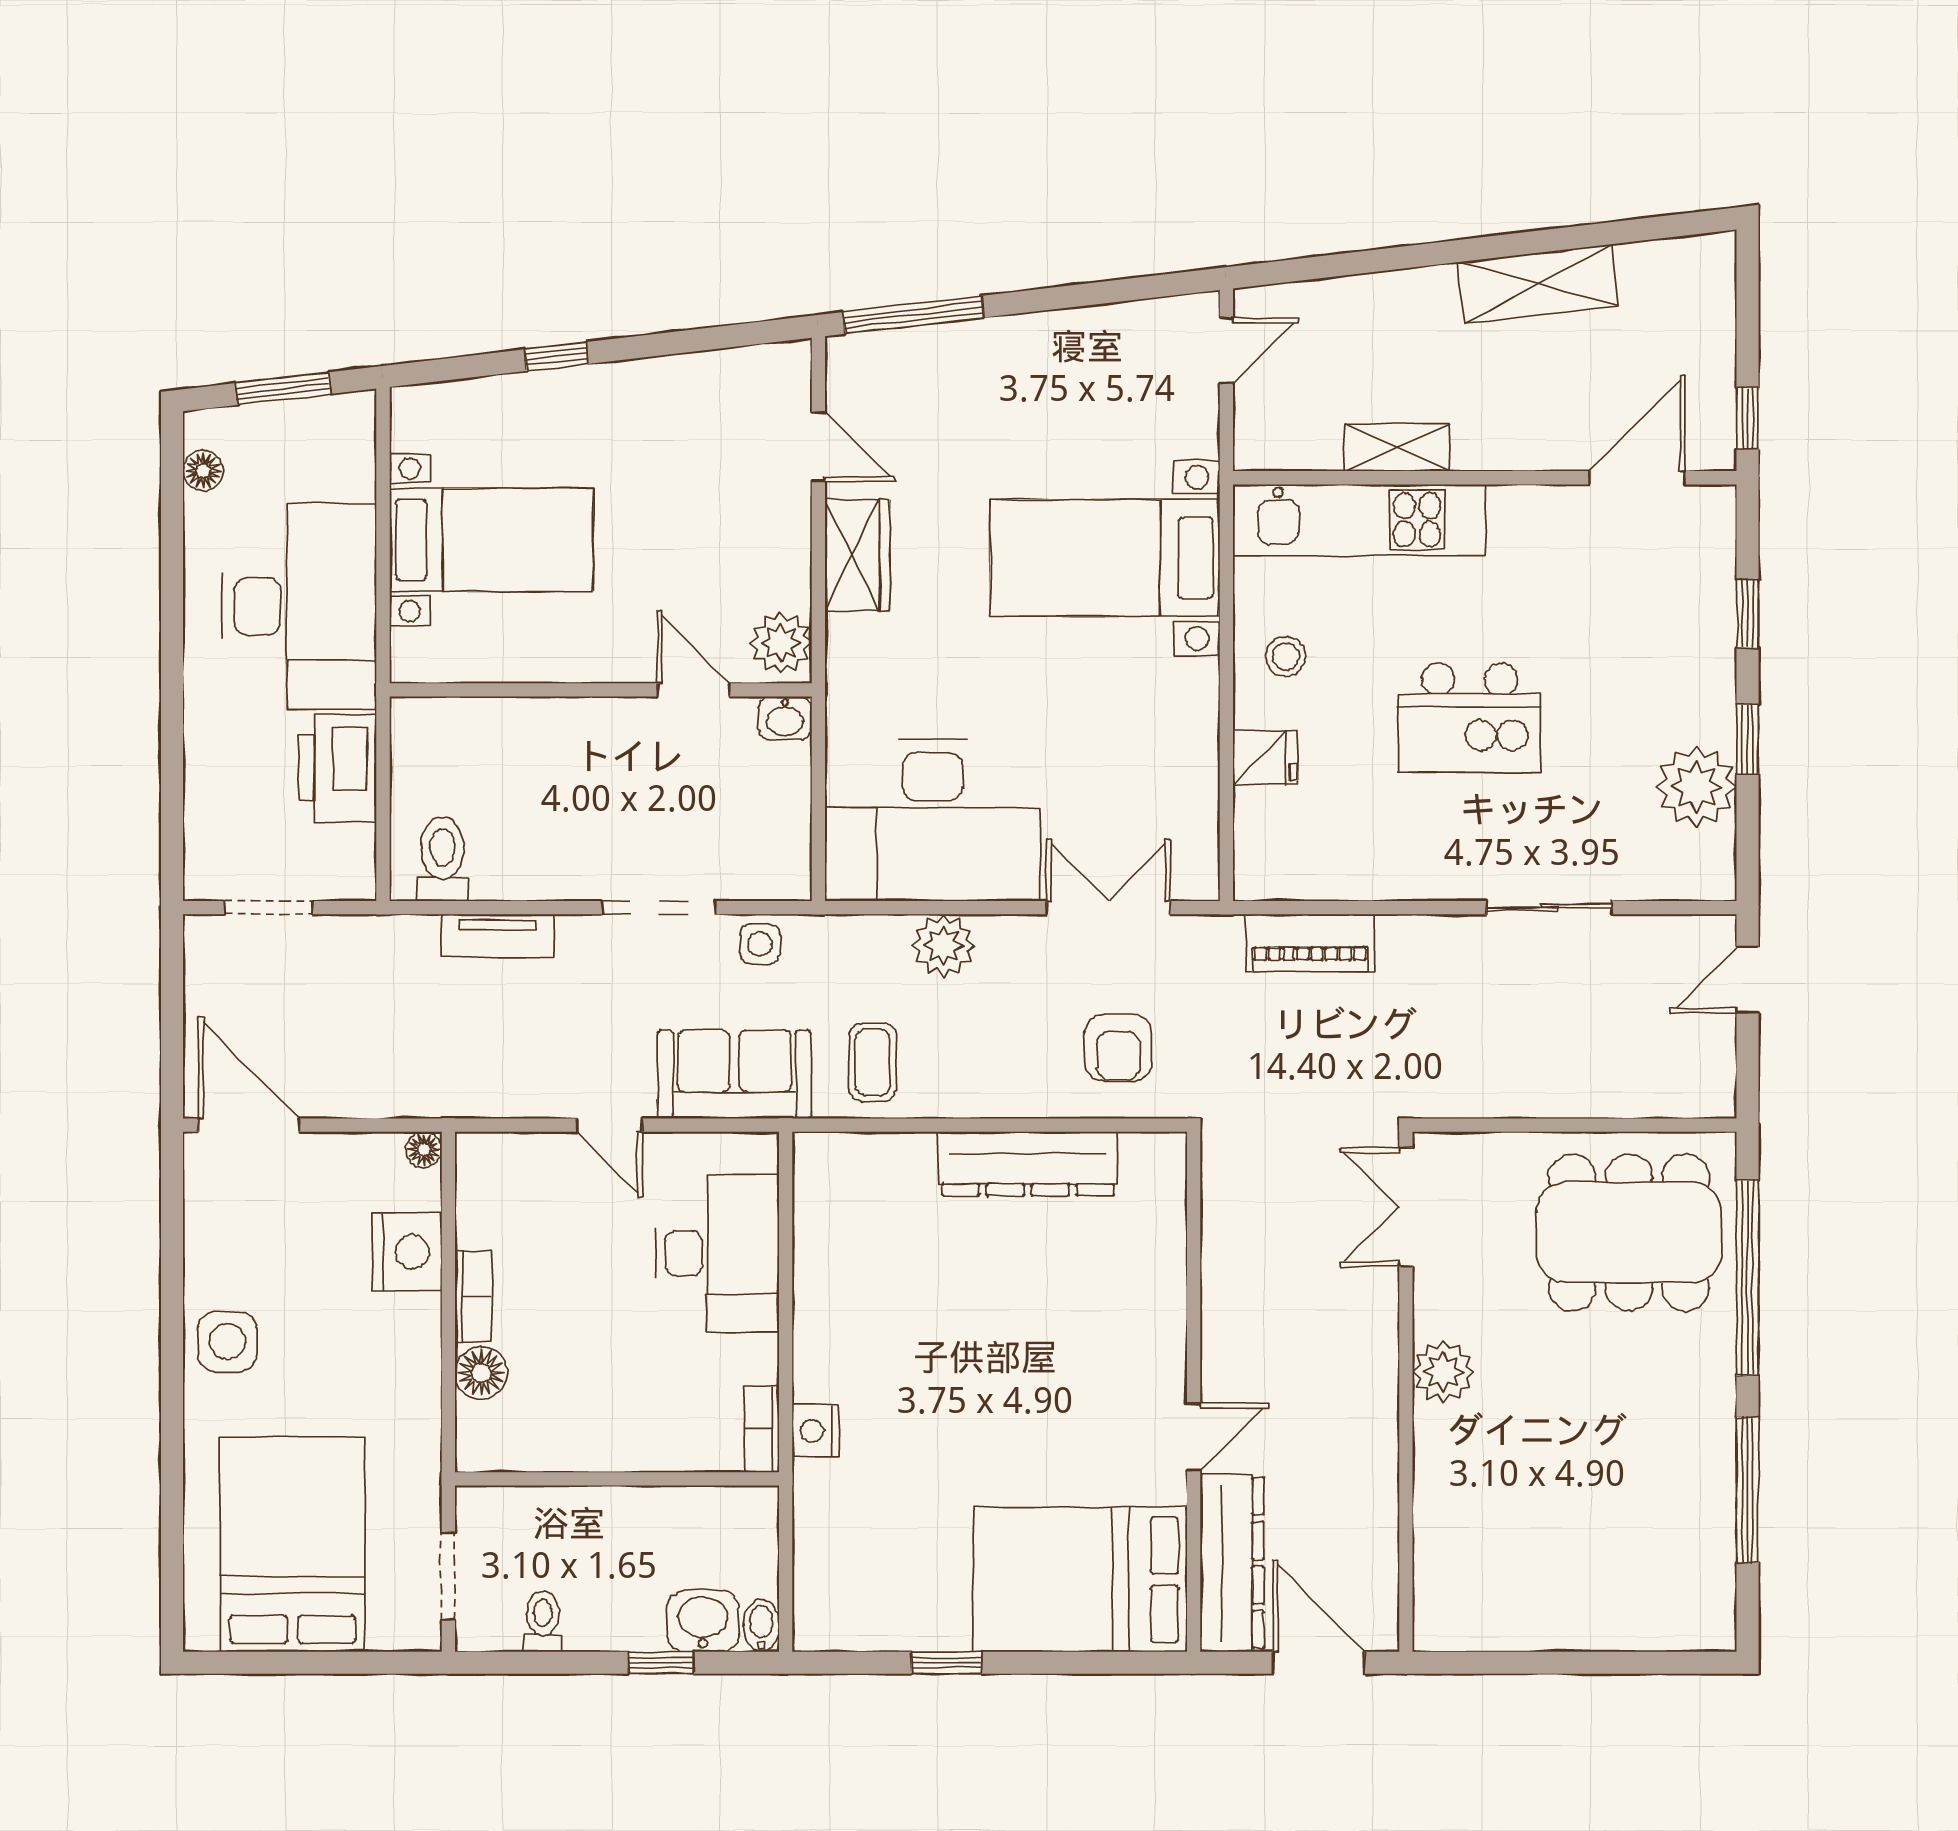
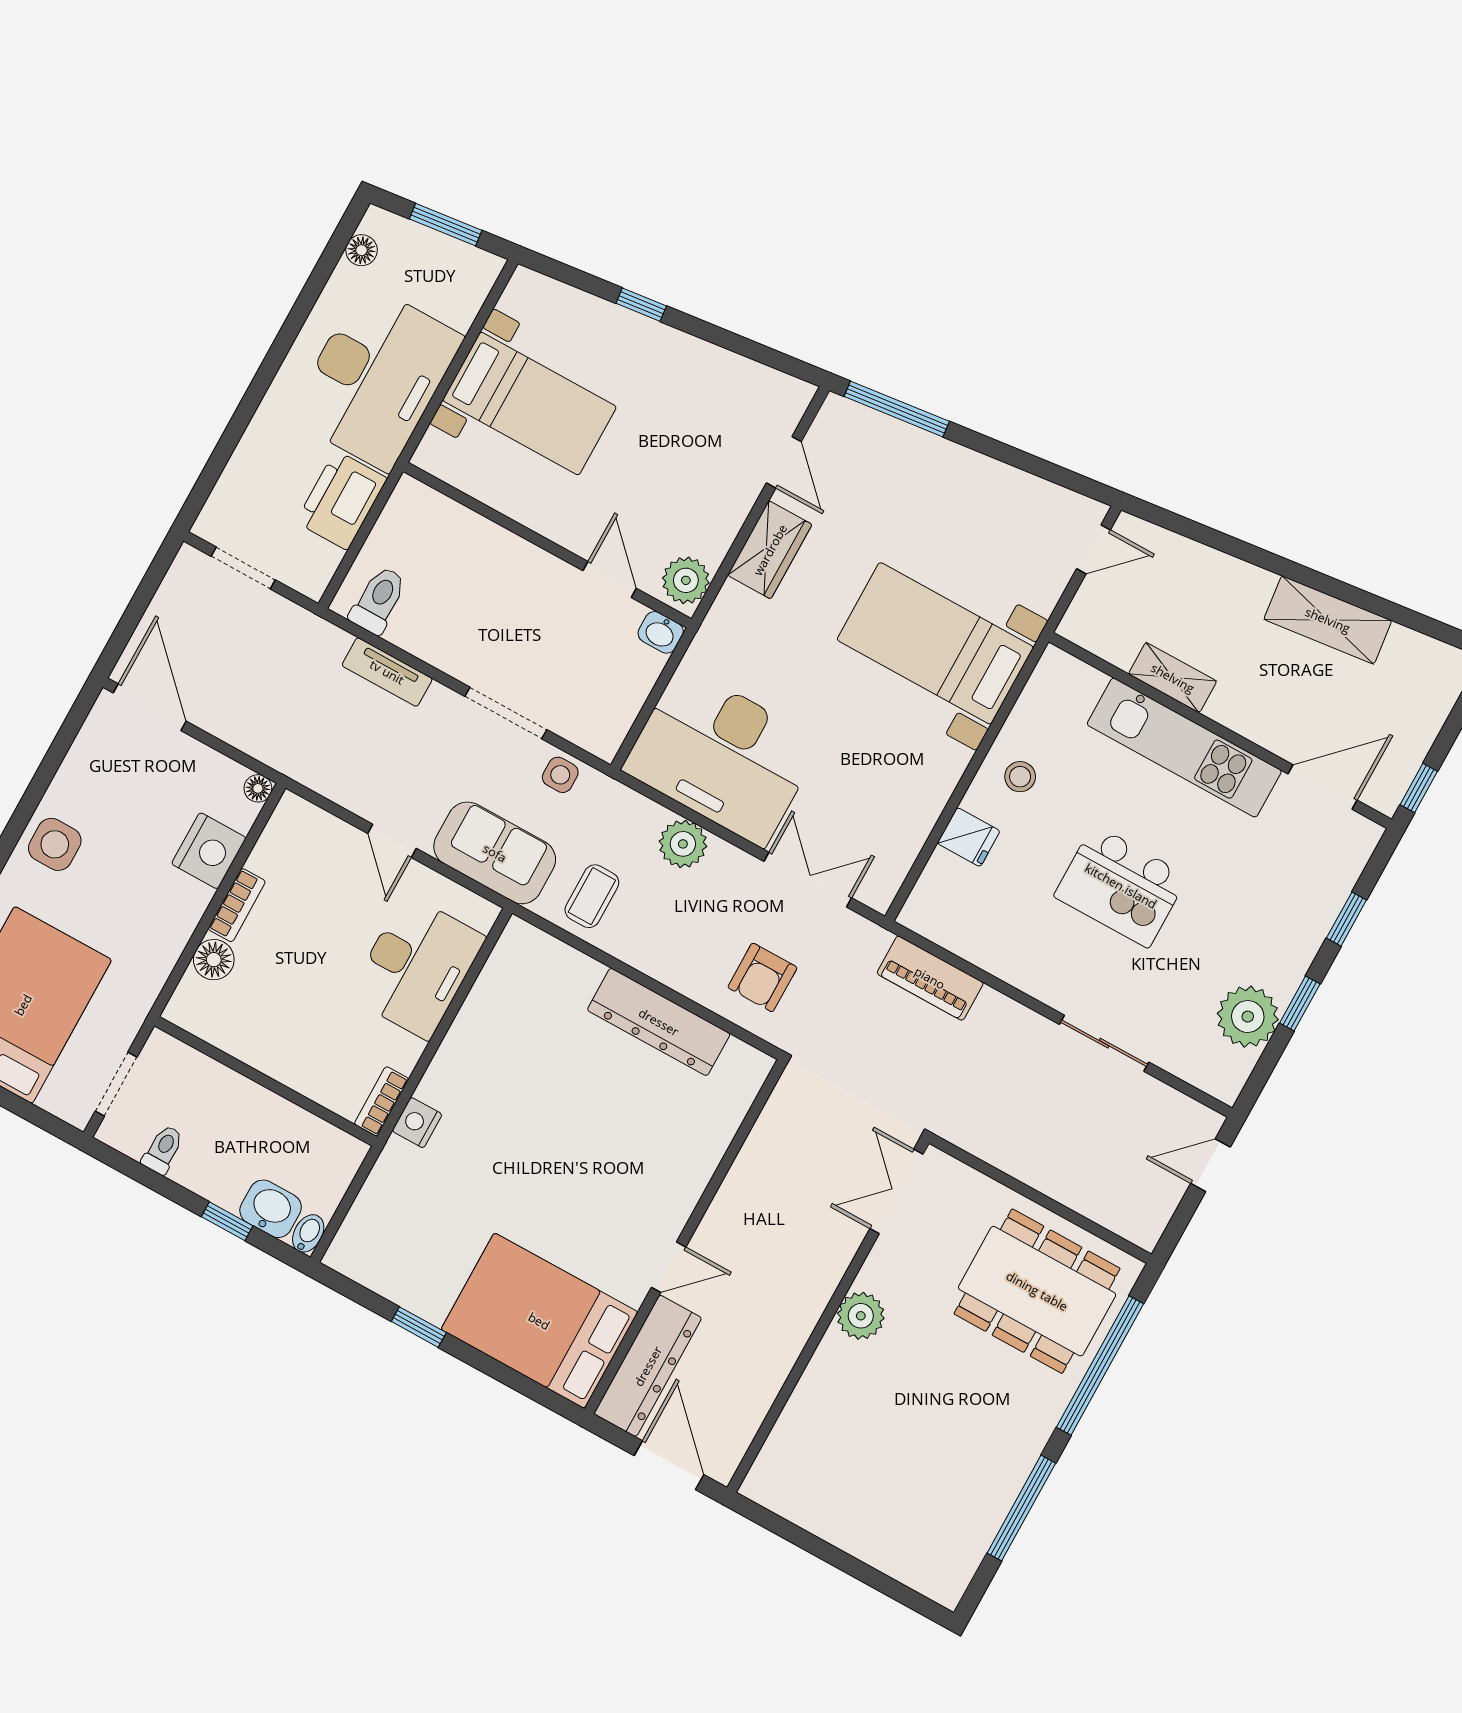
kitchen unit: (1359, 520) -> (1184, 748), moved

